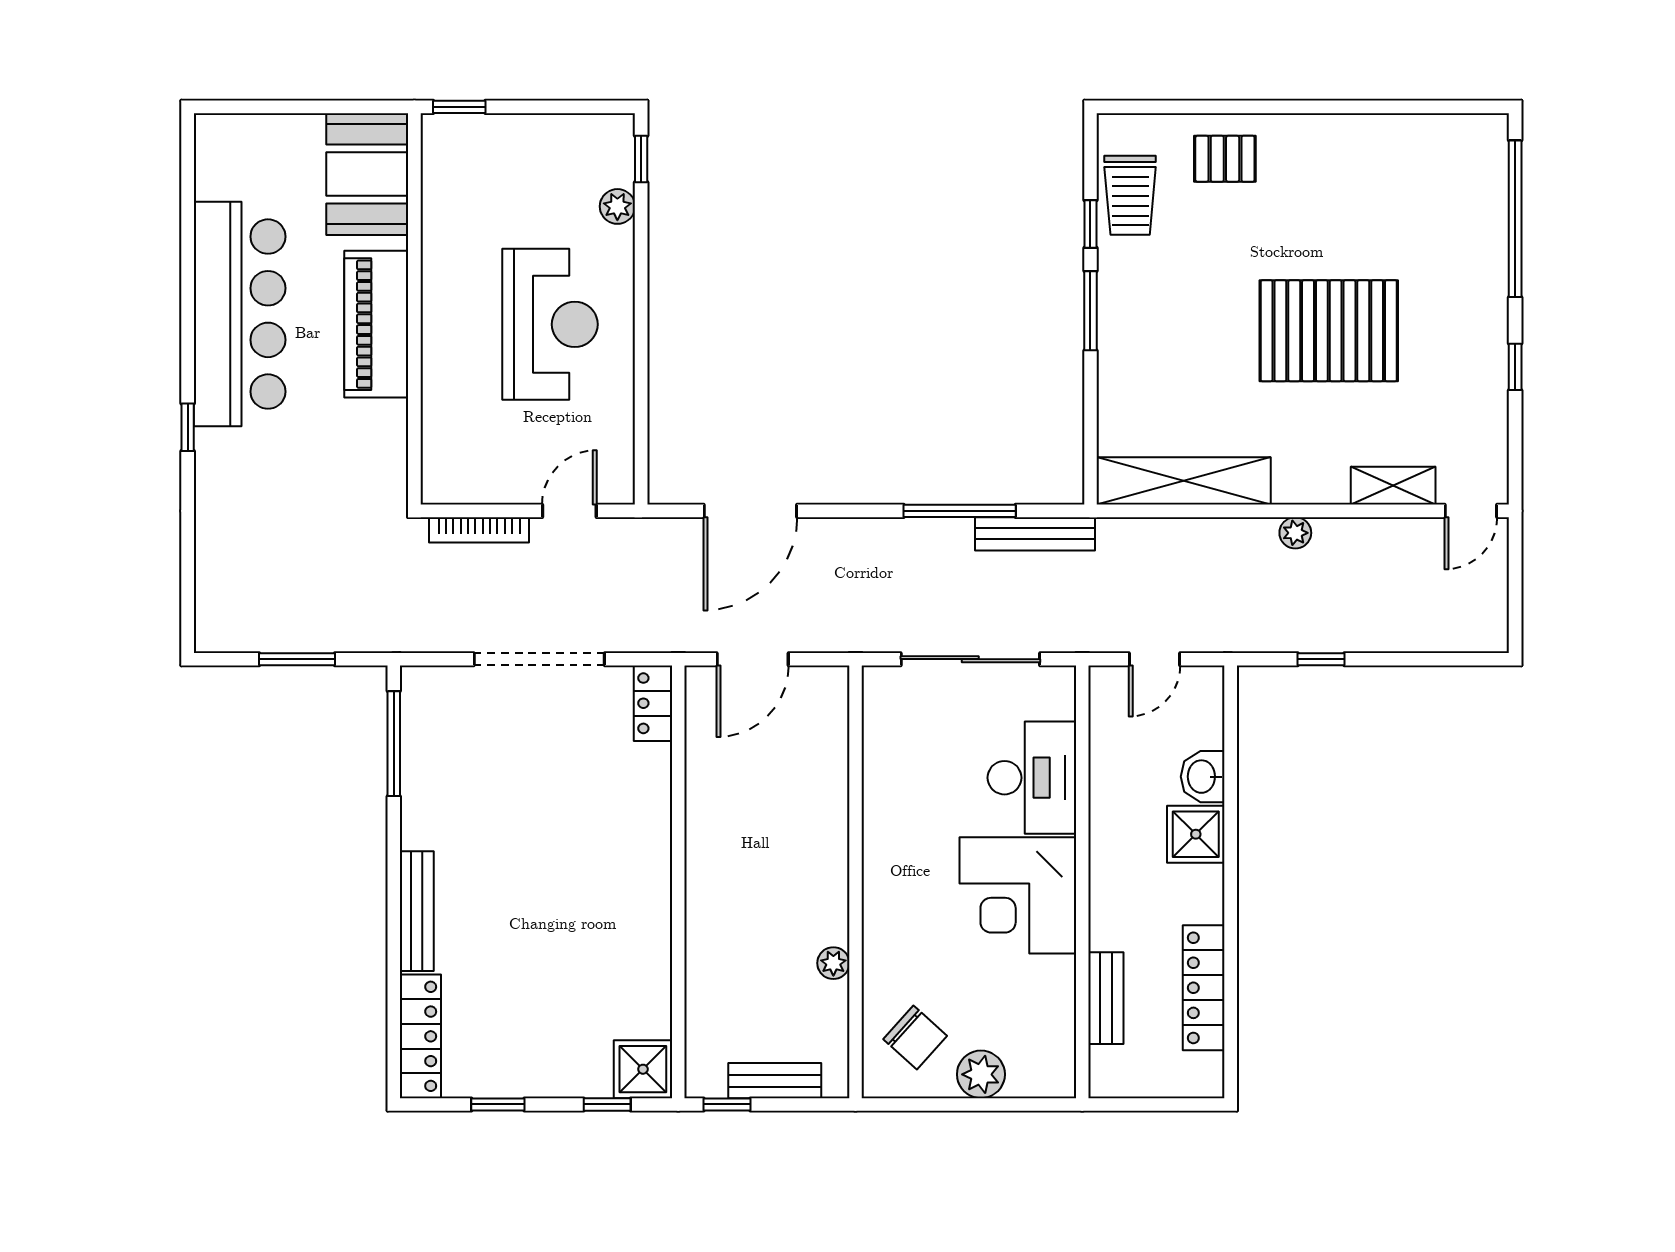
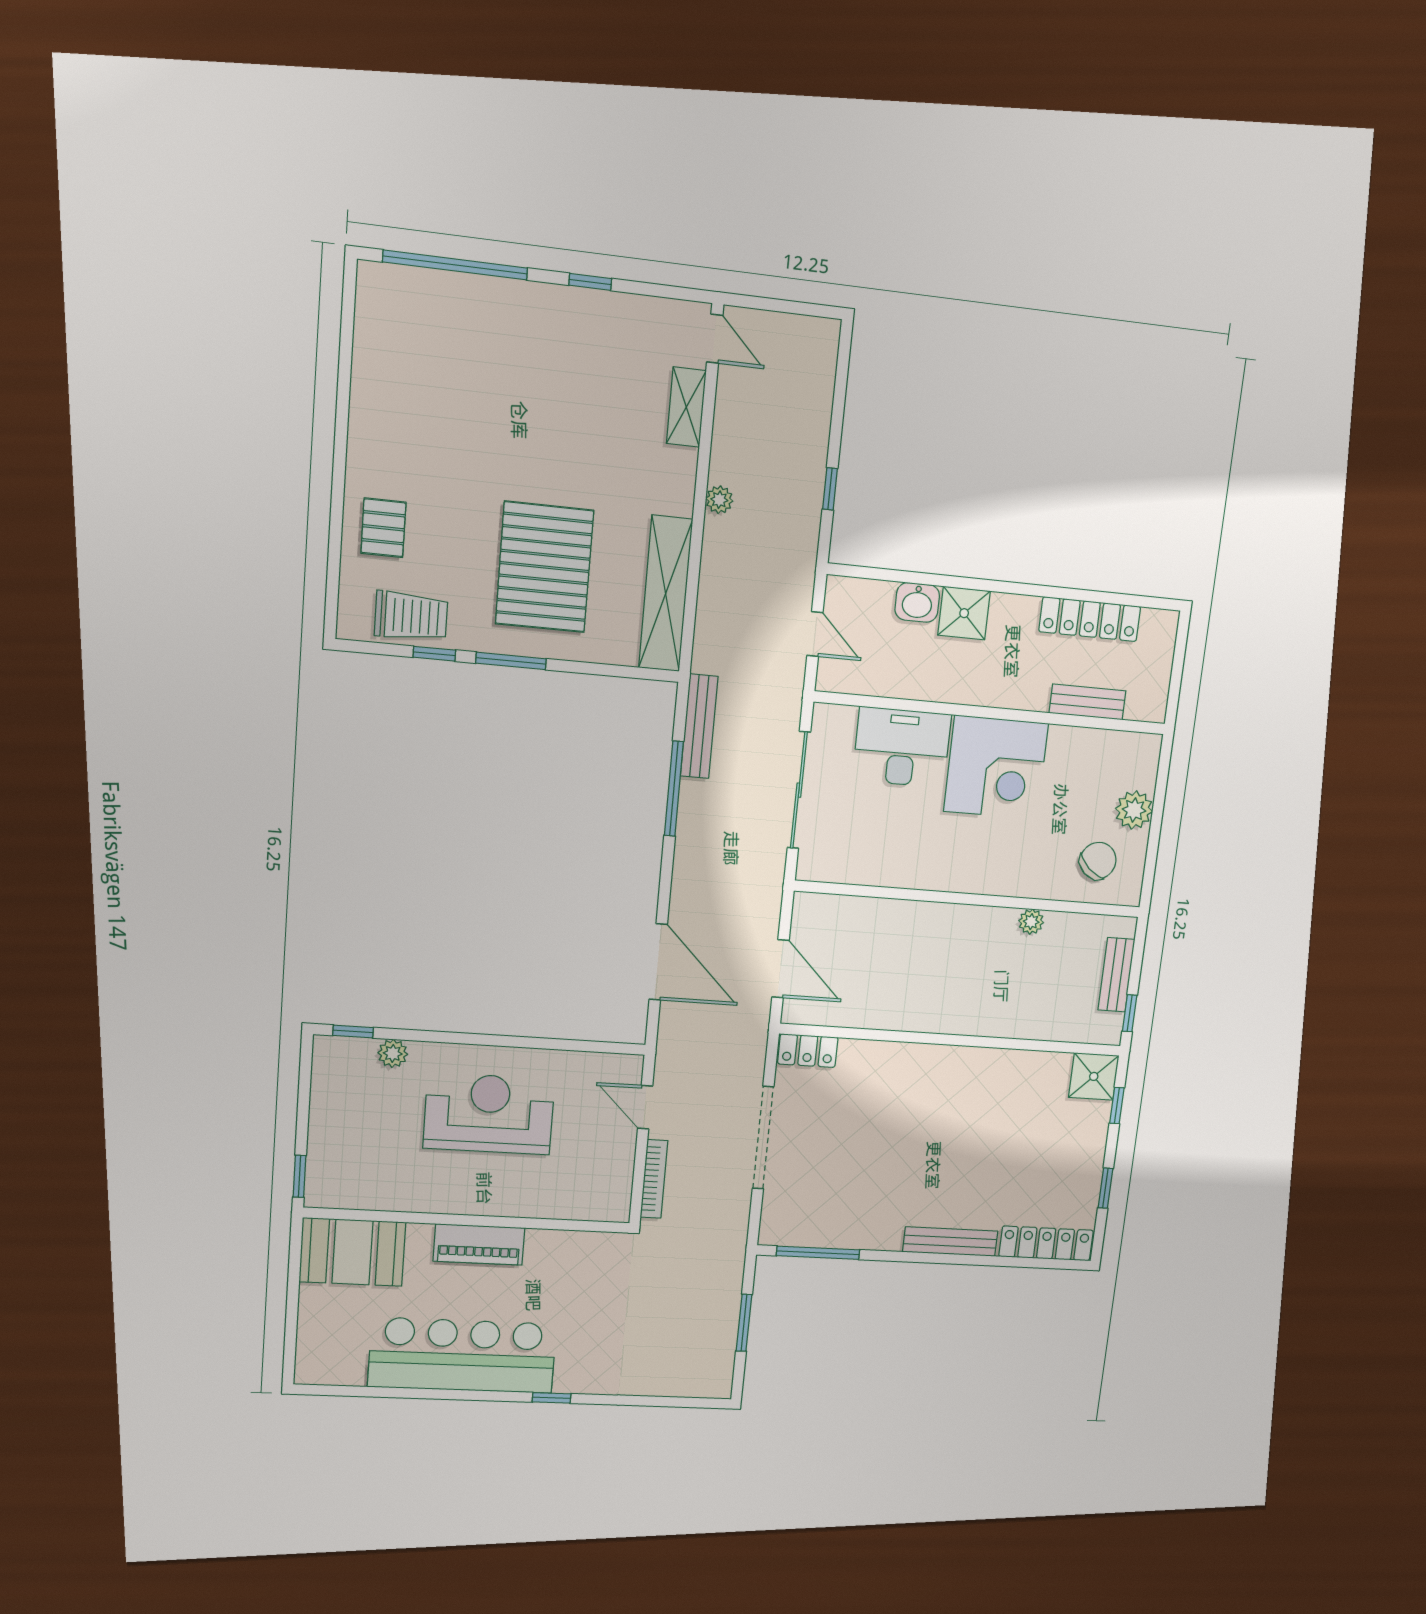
piano: (376, 324) -> (479, 1244), width x0.73, depth x0.75
pallet: (1329, 331) -> (544, 567), moved

